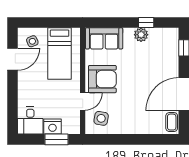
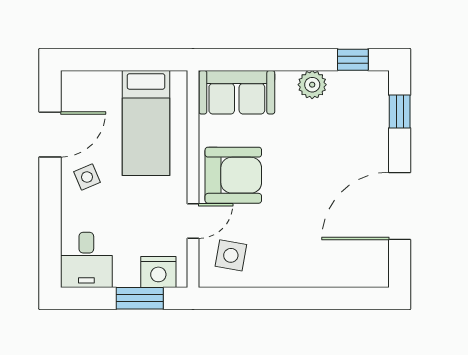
window: (146, 23) -> (353, 60), moved
side table: (32, 41) -> (87, 177), moved
coffee table: (172, 122) -> (375, 263), removed
nightstand: (52, 127) -> (158, 272), moved

